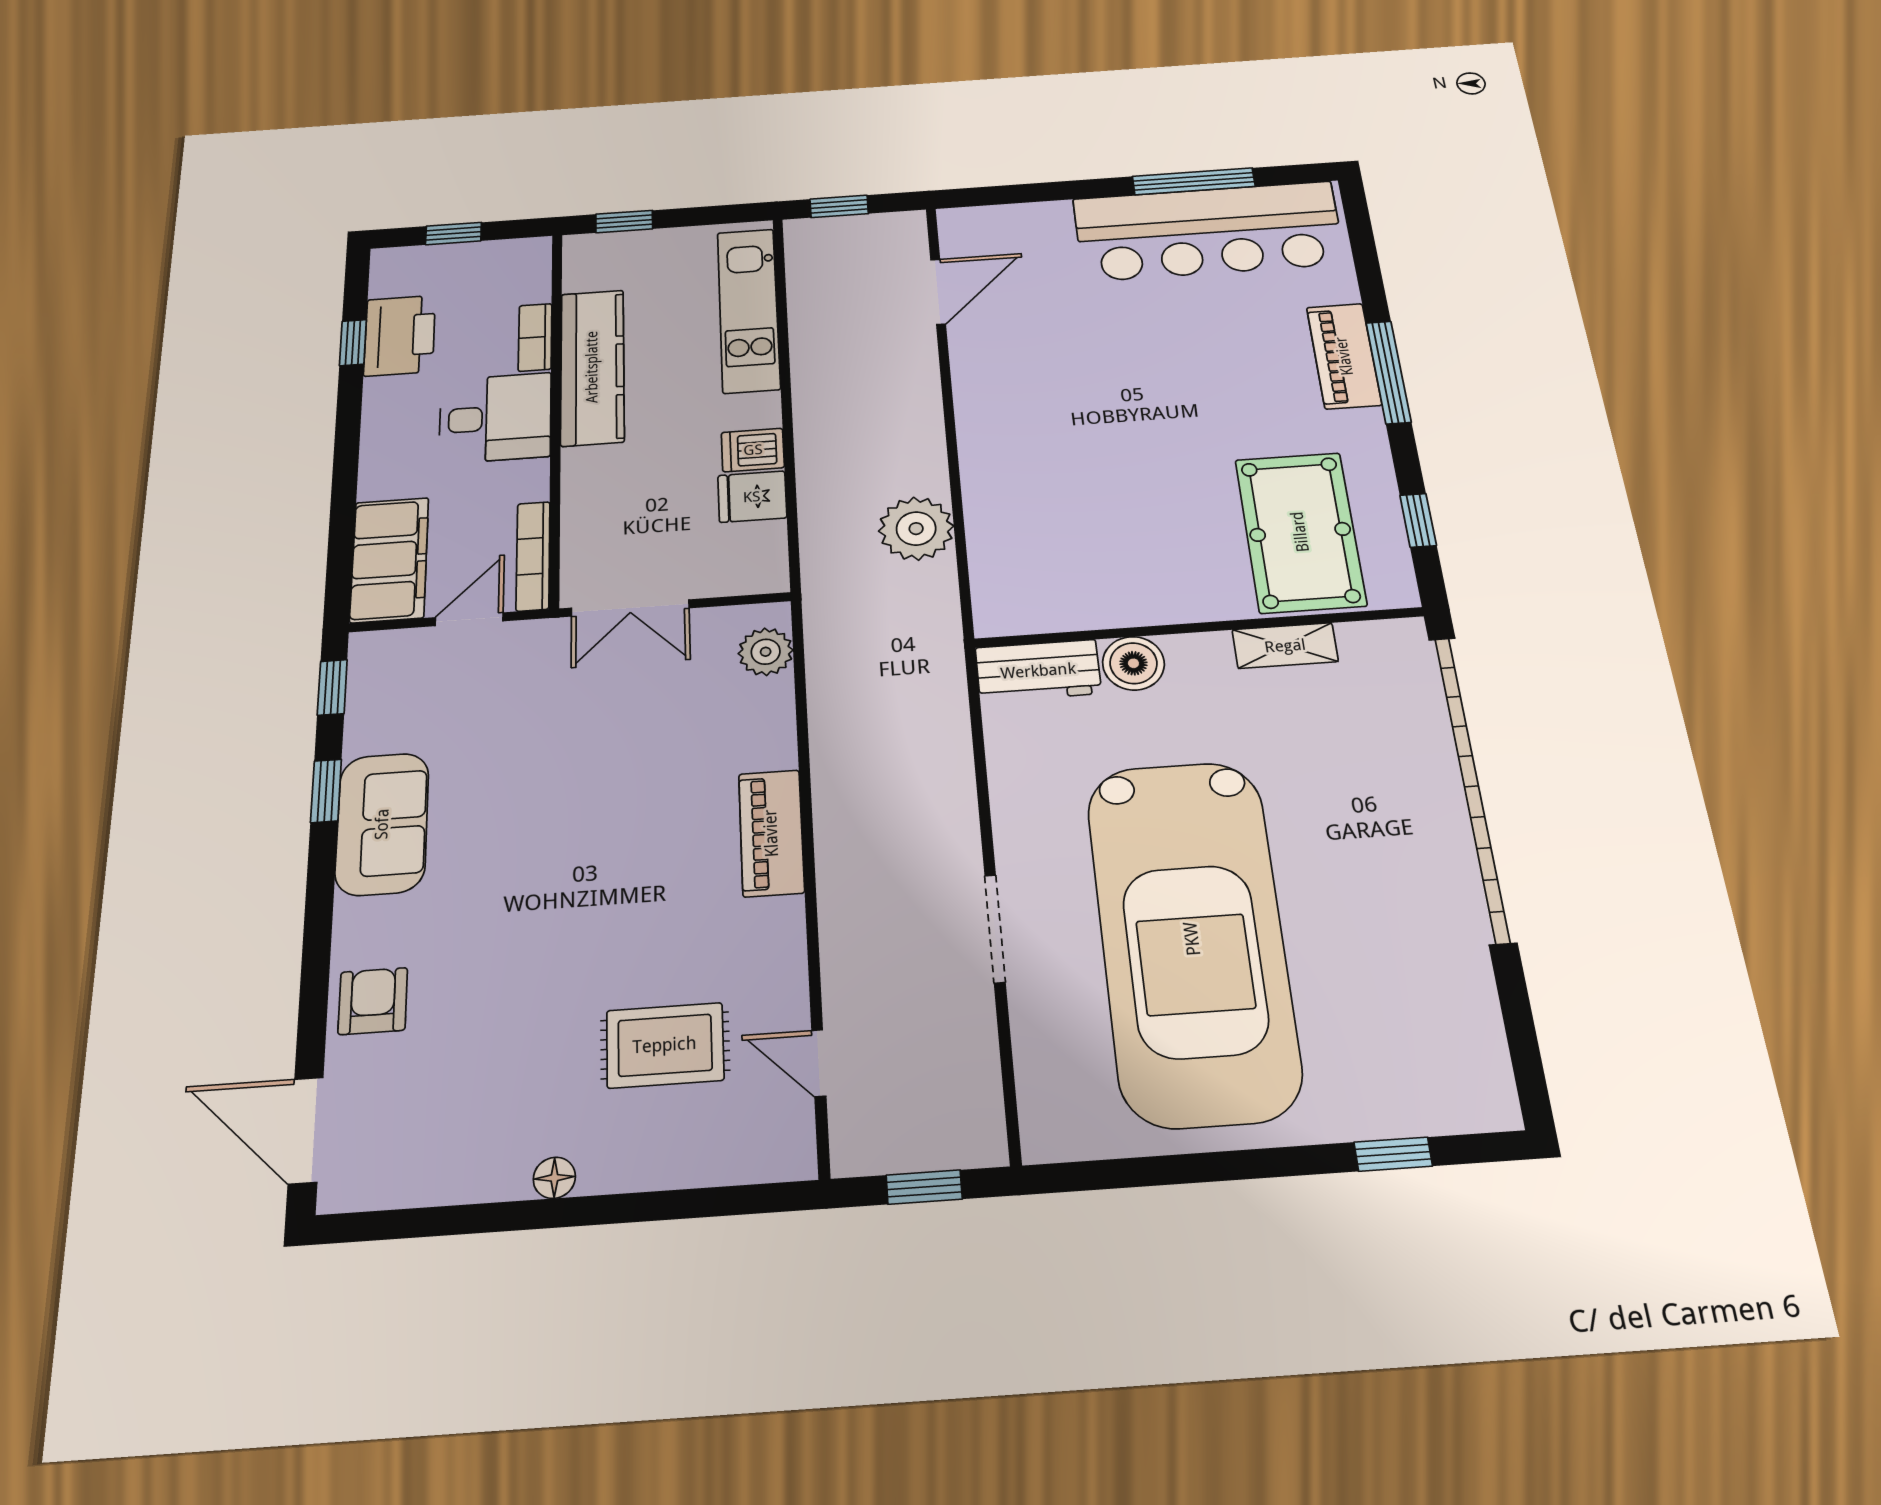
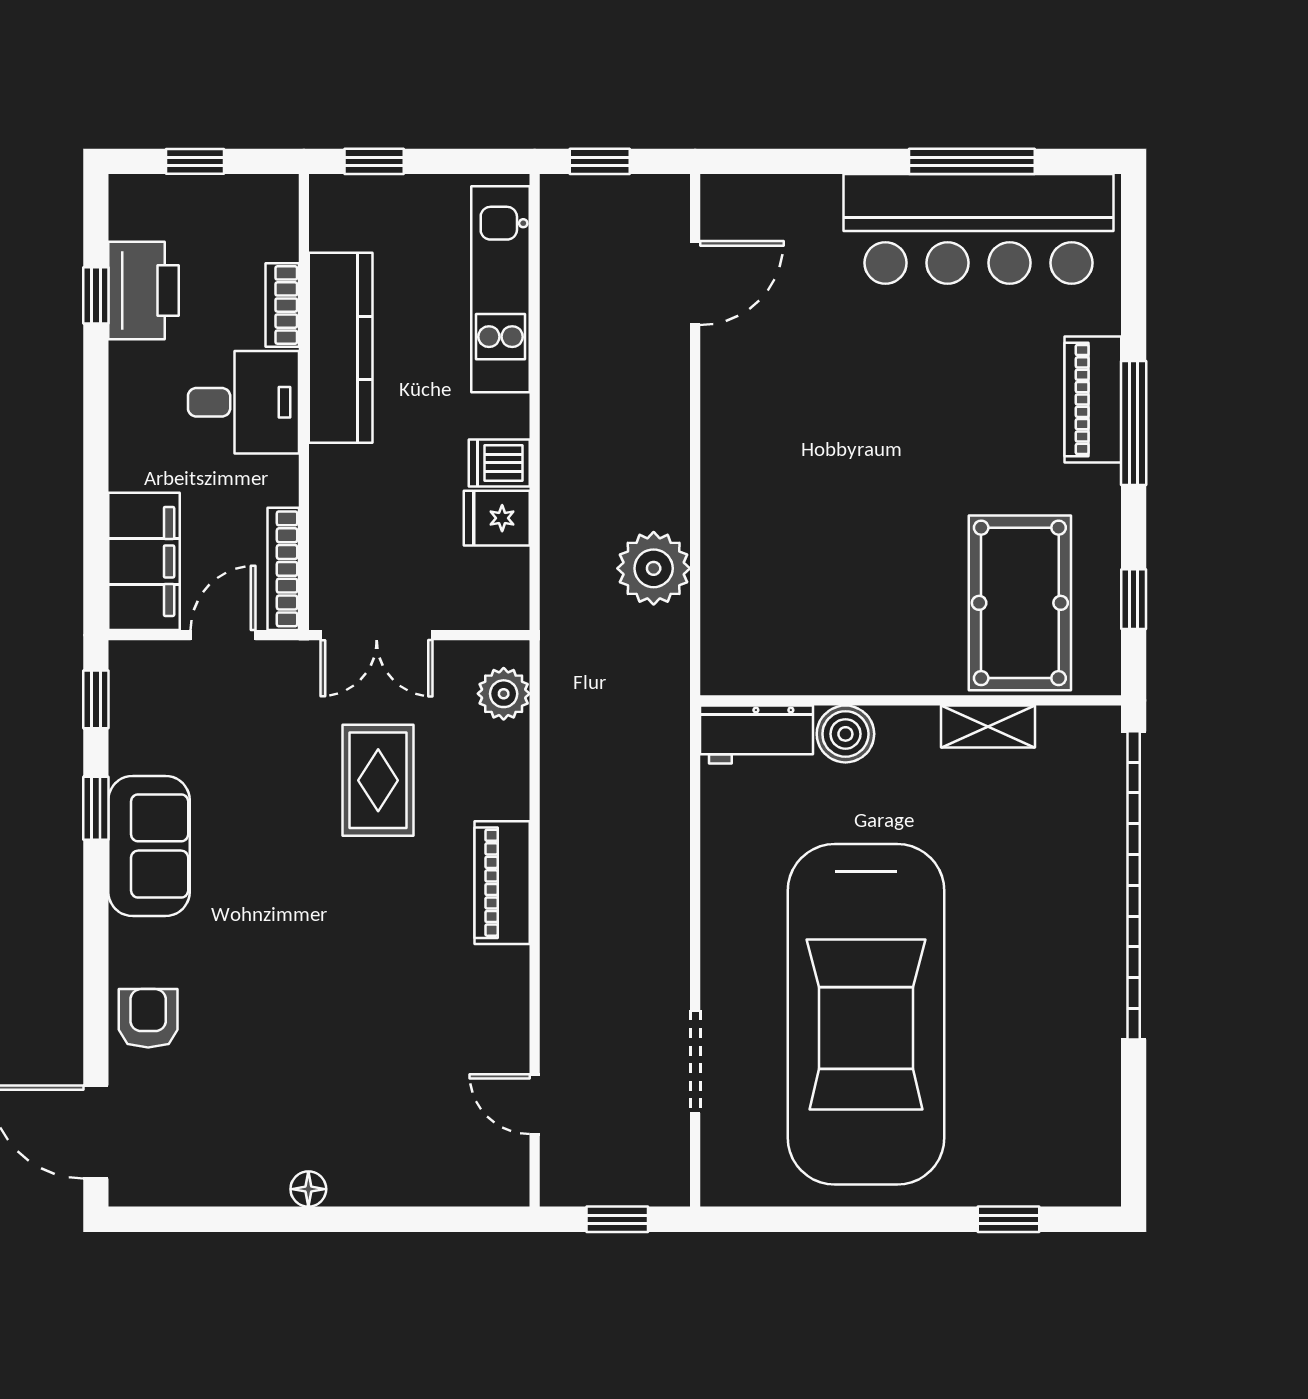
doorway: (995, 929) -> (695, 1062), moved
rug: (665, 1045) -> (378, 780), moved, turned 90

